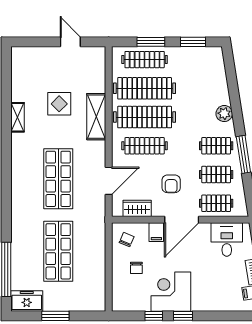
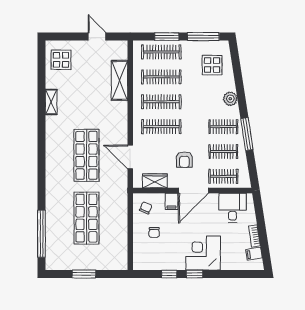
window: (193, 42) -> (203, 37), width x1.44
display table: (203, 75) -> (212, 65), added
clothes rail: (145, 88) -> (161, 77), width x0.73, depth x0.76
display table: (59, 104) -> (61, 60), moved
shelving: (96, 117) -> (119, 80), moved
clothes rail: (145, 117) -> (161, 102), width x0.73, depth x0.76
door: (109, 181) -> (130, 157), swing flipped
corner desk: (171, 292) -> (203, 253), moved
freezer: (27, 301) -> (59, 261), removed

